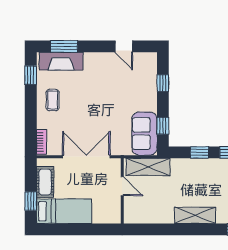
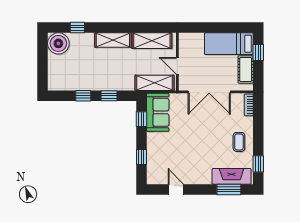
shelving: (151, 215) -> (152, 41), added

